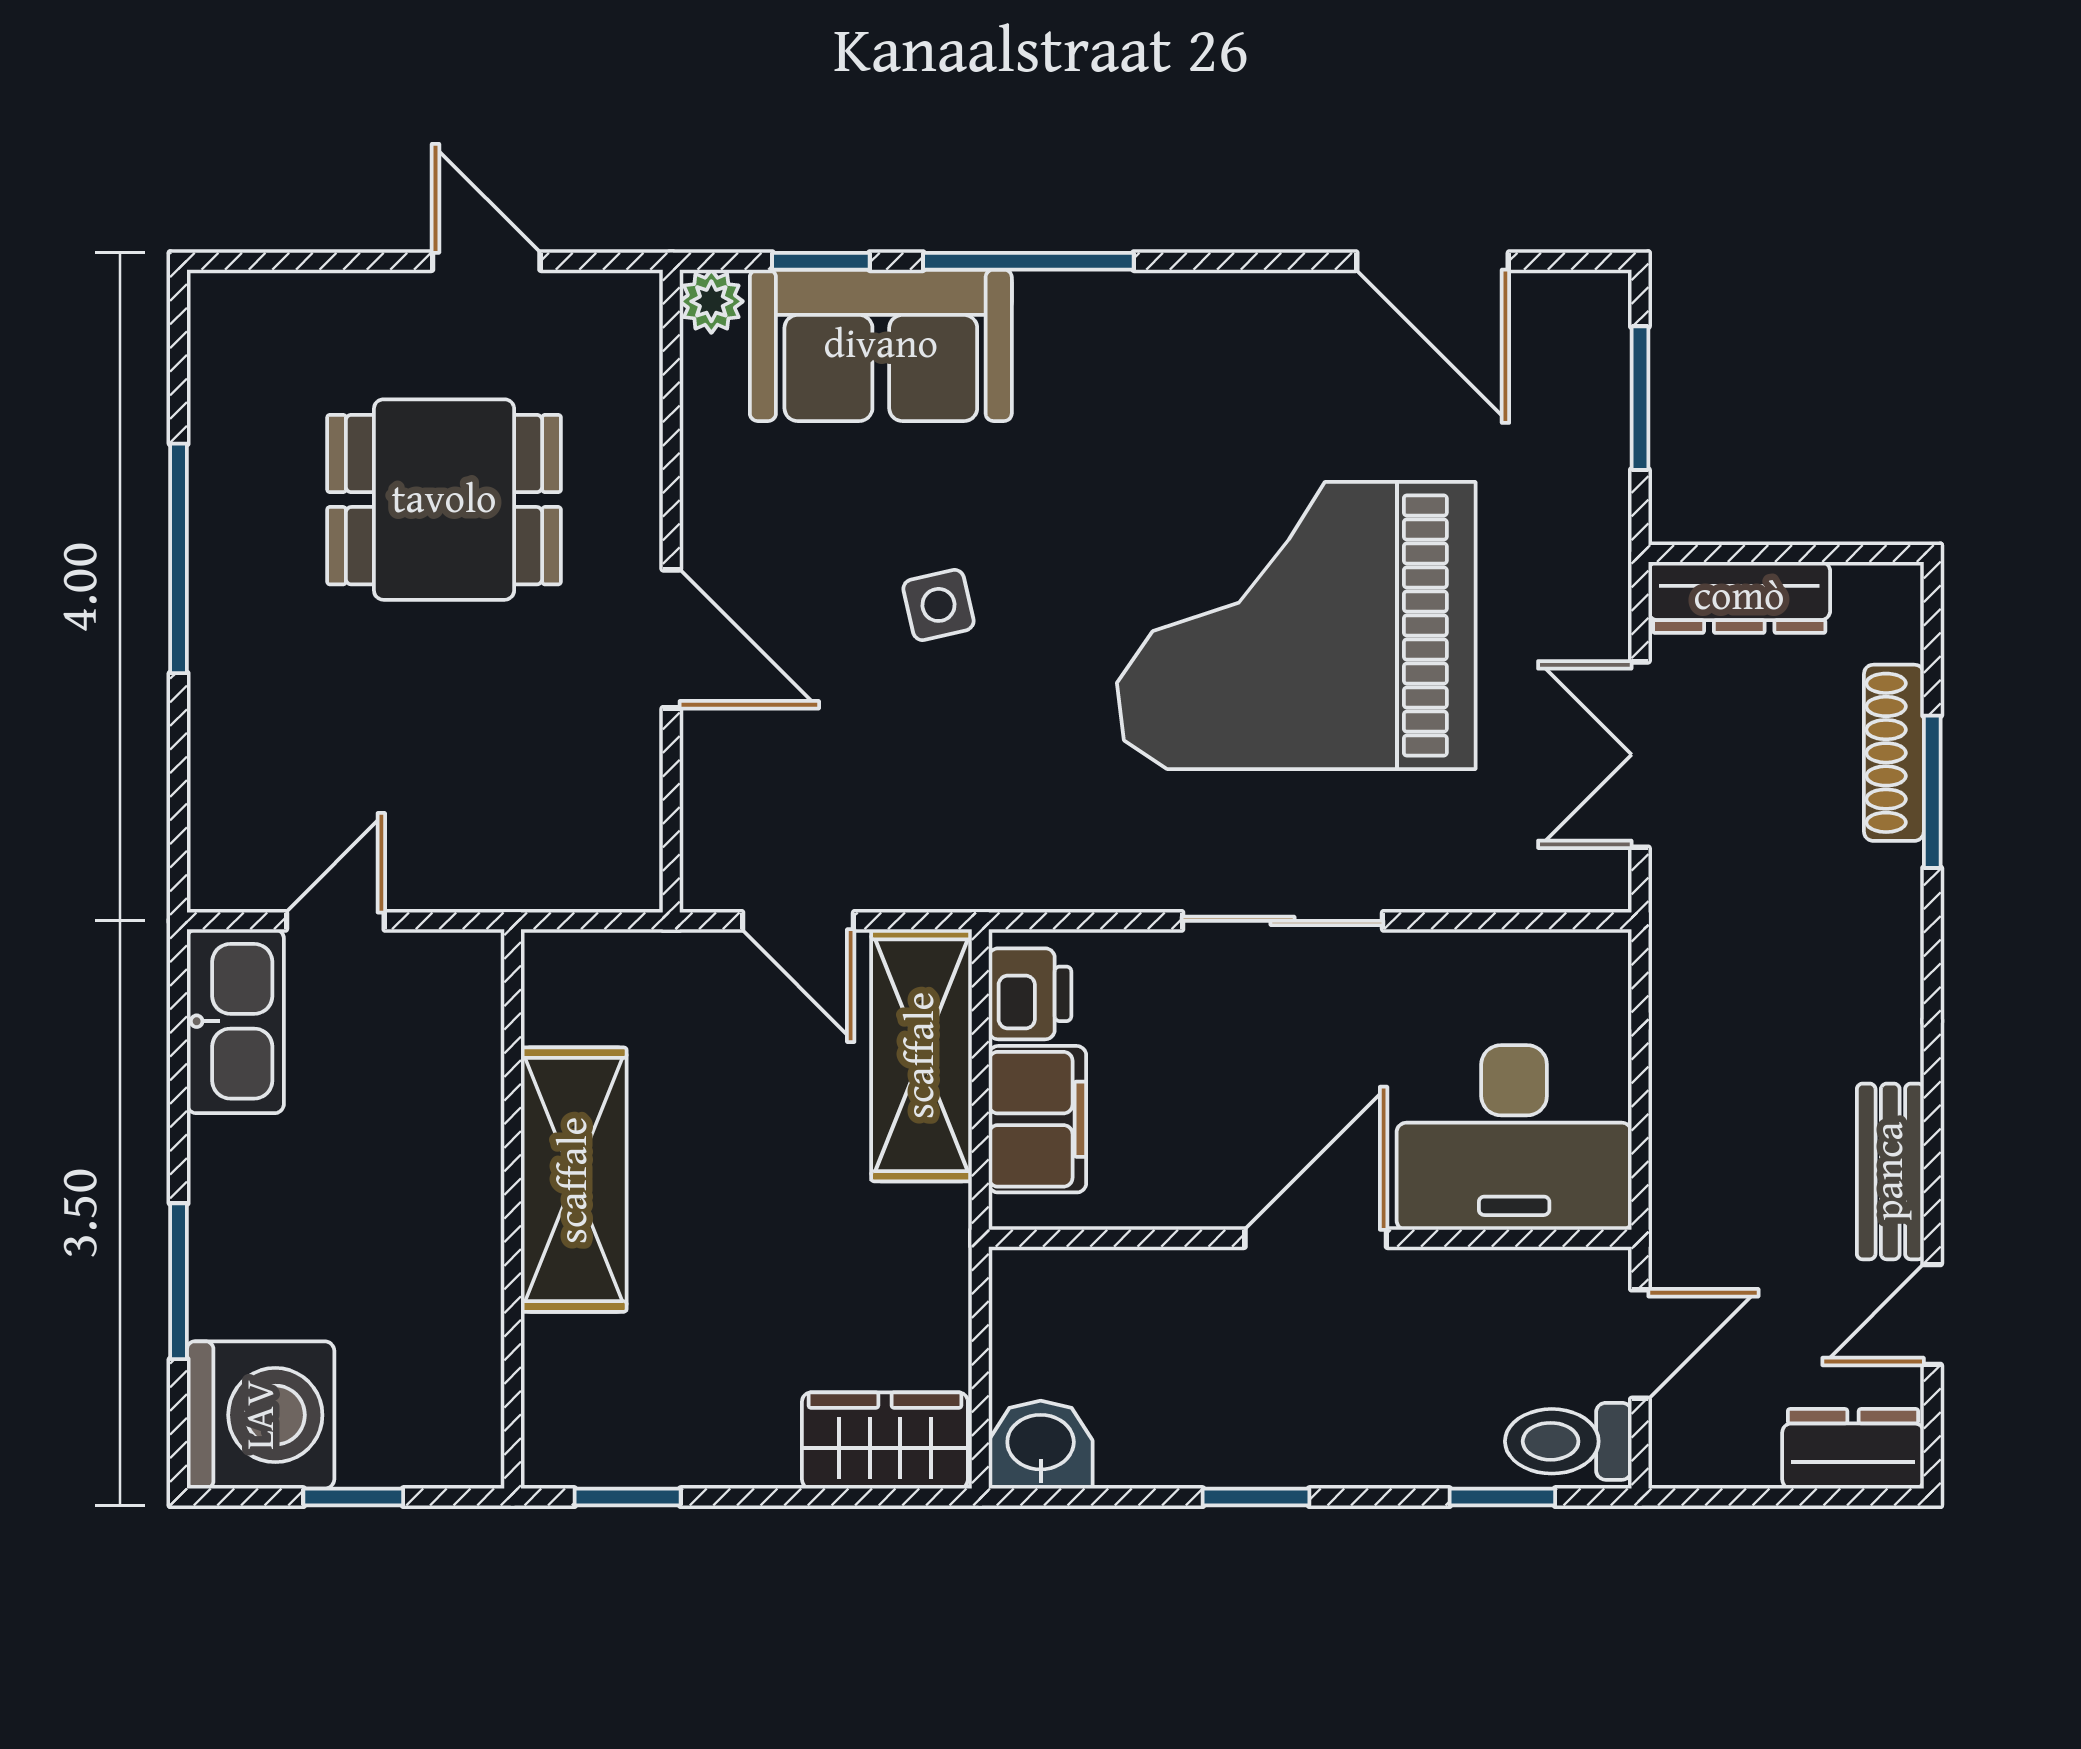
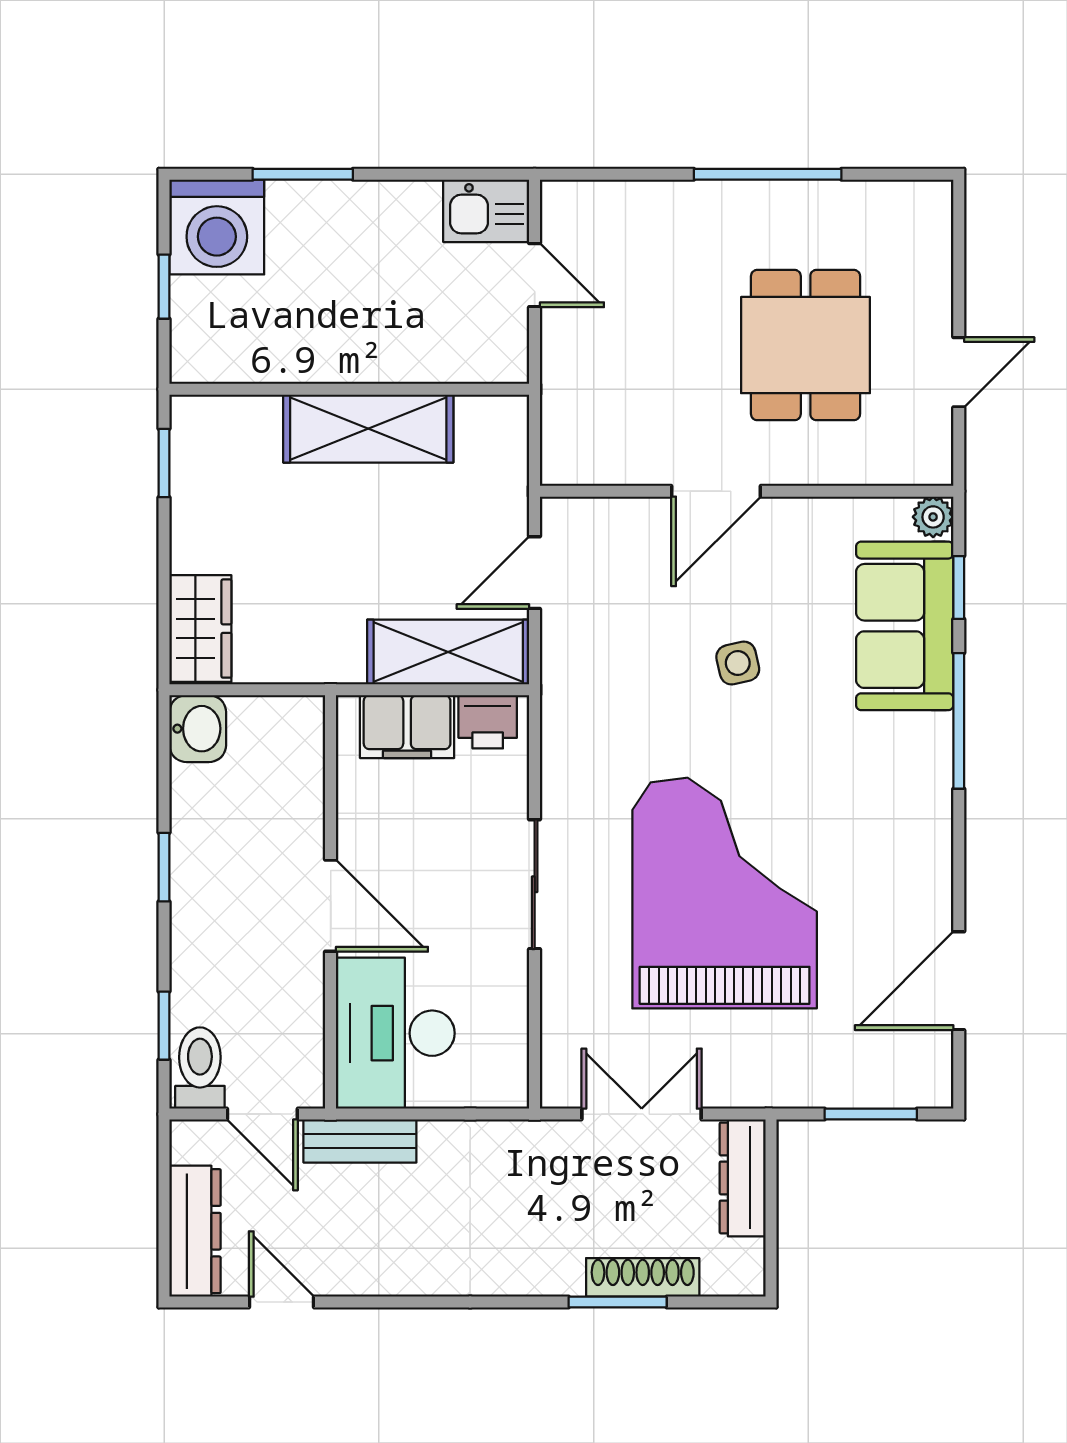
kitchen sink: (235, 1021) -> (486, 211), width x0.73
bench: (1890, 1171) -> (360, 1141), moved
dresser: (1853, 1449) -> (195, 1231), width x1.44

